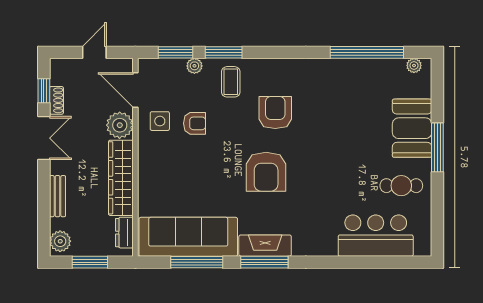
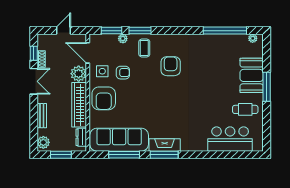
armchair: (266, 172) -> (104, 98), moved

